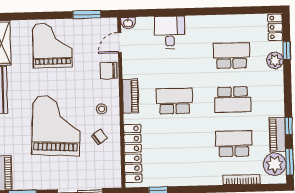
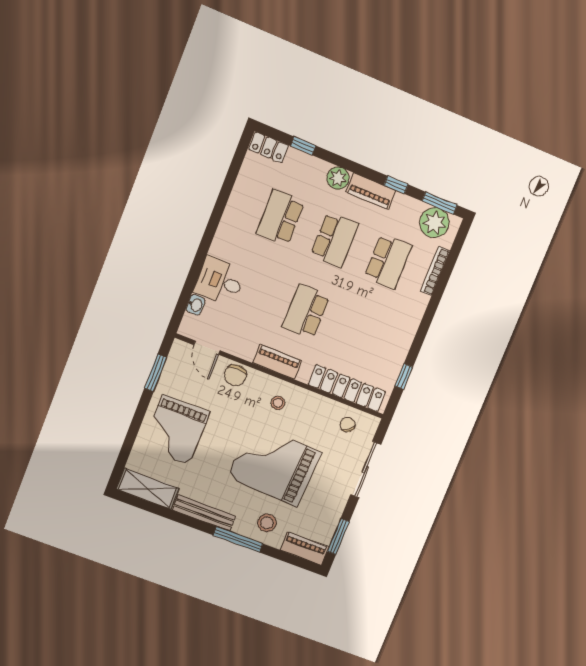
washbasin: (128, 23) -> (196, 305), moved
grand piano: (52, 45) -> (176, 430), turned -90
plant: (275, 61) -> (338, 178), moved
piano: (277, 134) -> (371, 191), moved
chair: (99, 137) -> (348, 425), moved
stool: (12, 138) -> (267, 523), added
school desk: (234, 144) -> (388, 262), turned 180

